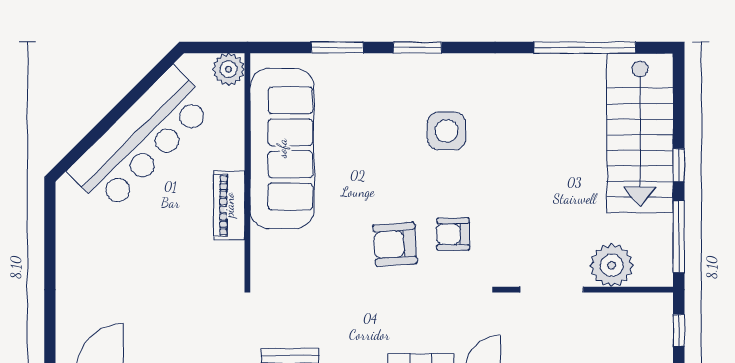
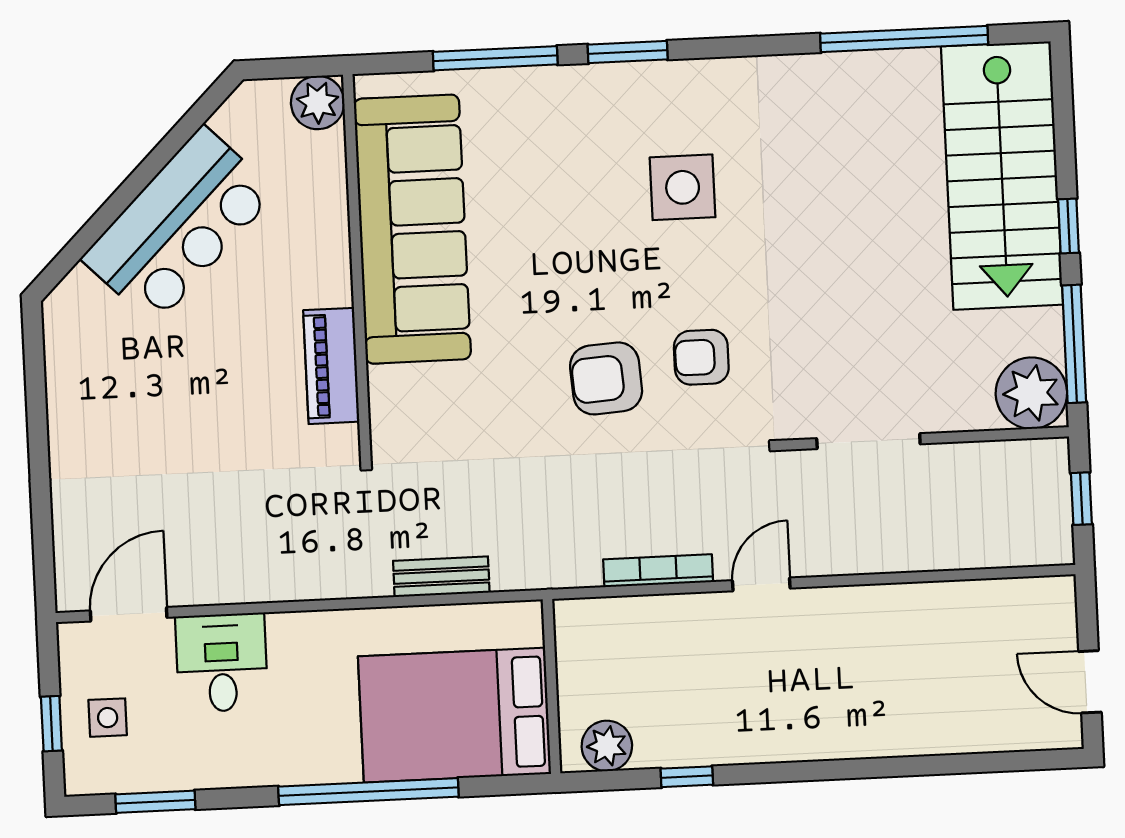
window: (337, 47) -> (495, 58), width x1.44
bar counter: (141, 140) -> (179, 225), width x0.73
piano: (229, 205) -> (331, 366), moved
plant: (612, 265) -> (1031, 393), moved

